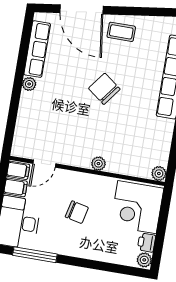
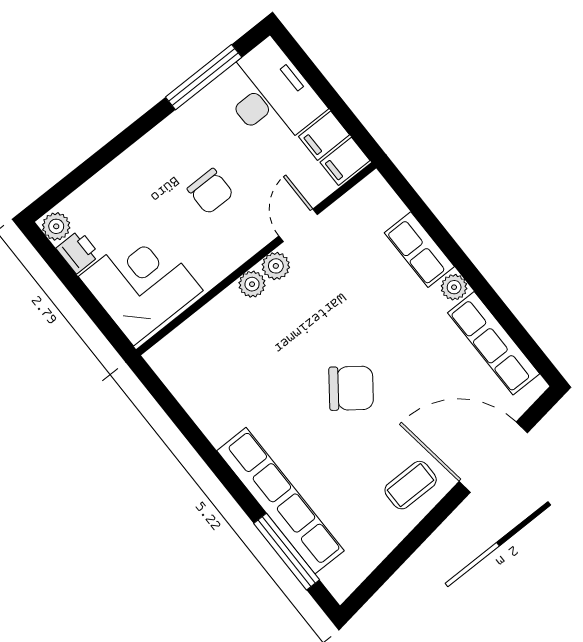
row of seats: (27, 111) -> (419, 250), added
door: (44, 164) -> (298, 225), moved
plant: (159, 174) -> (276, 266), moved
chair: (77, 212) -> (210, 191), turned -103

